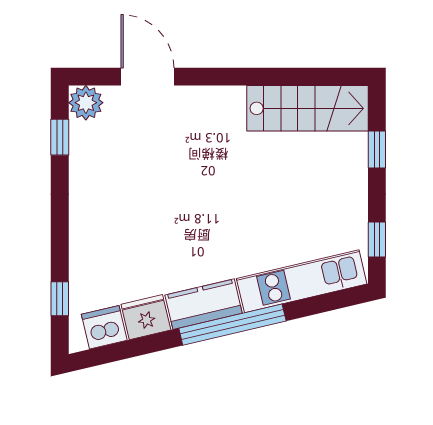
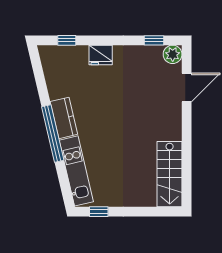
window: (377, 149) -> (147, 212), removed
fridge: (146, 317) -> (101, 55), moved, turned 103
dishwasher: (104, 327) -> (51, 64), removed

